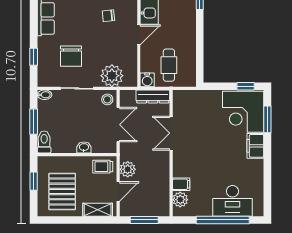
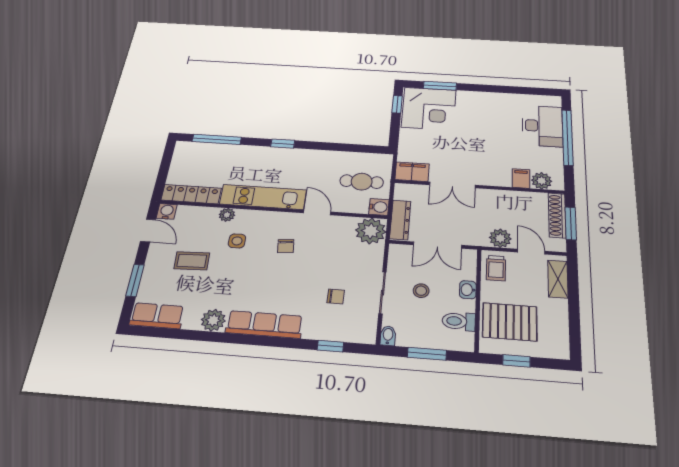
chair: (71, 56) -> (336, 296), width x0.54, depth x0.54
plant: (112, 76) -> (371, 231), moved
dresser: (153, 96) -> (400, 220), moved
stool: (107, 99) -> (421, 291), moved
double door: (118, 125) -> (437, 245), swing flipped
toilet: (44, 142) -> (459, 321), moved
filing cabinet: (255, 146) -> (412, 172), moved, turned 180
pallet: (62, 191) -> (510, 322), moved
shoe rack: (150, 210) -> (557, 215), added

